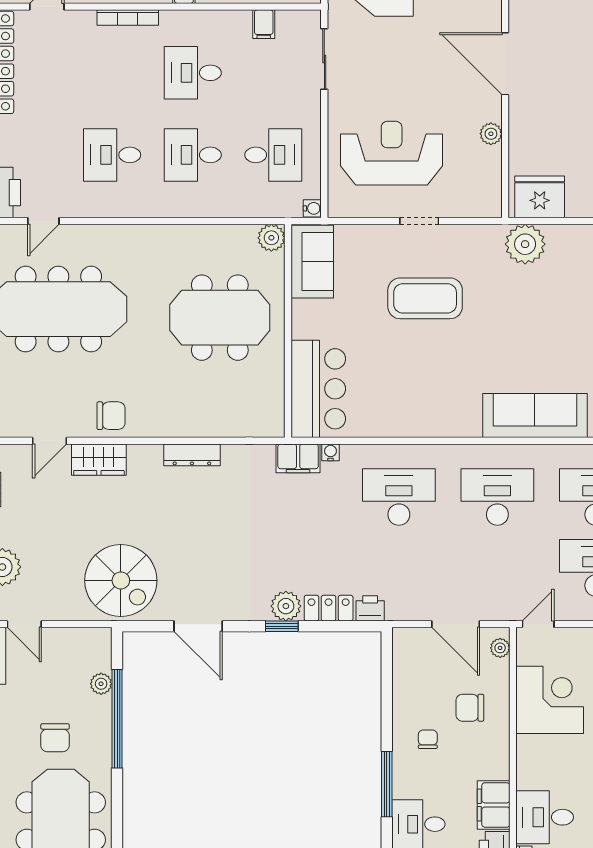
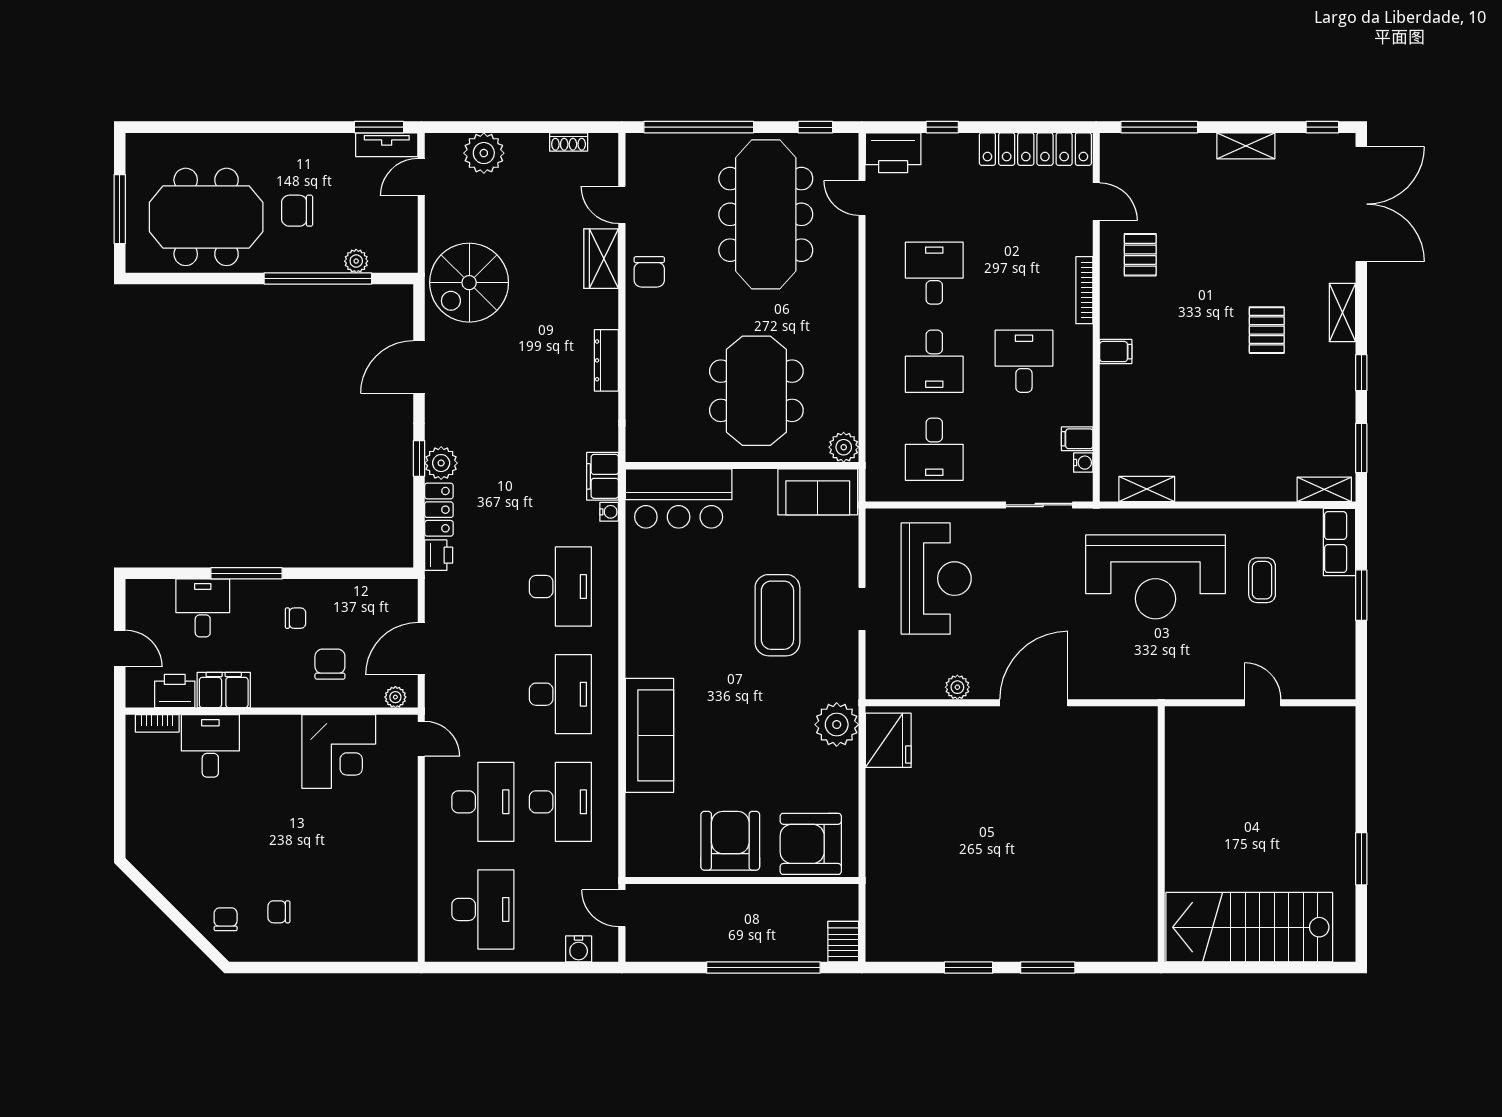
desk: (193, 155) -> (934, 361), turned 180
water cooler: (312, 208) -> (1083, 463), moved, turned -90

